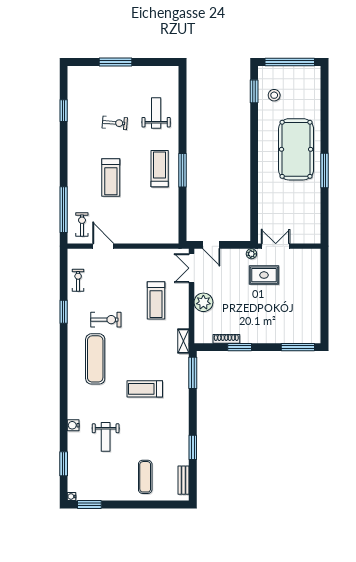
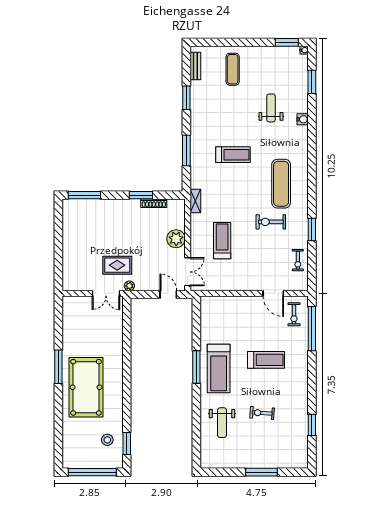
treadmill: (160, 169) -> (219, 368), width x1.37, depth x1.38
treadmill: (111, 178) -> (266, 360), turned 90
window: (193, 373) -> (186, 151), moved

